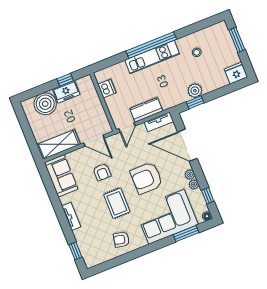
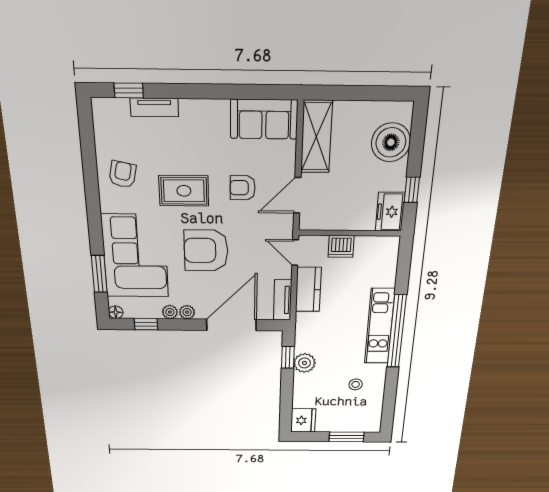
dishwasher: (107, 89) -> (341, 246), moved
freezer: (66, 92) -> (390, 212), moved
armchair: (147, 178) -> (206, 250), turned -90
tv unit: (71, 216) -> (154, 107), moved

